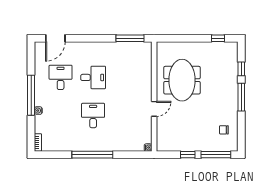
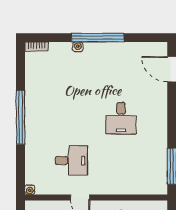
desk: (61, 77) -> (121, 76), removed
desk: (93, 116) -> (71, 161), moved

